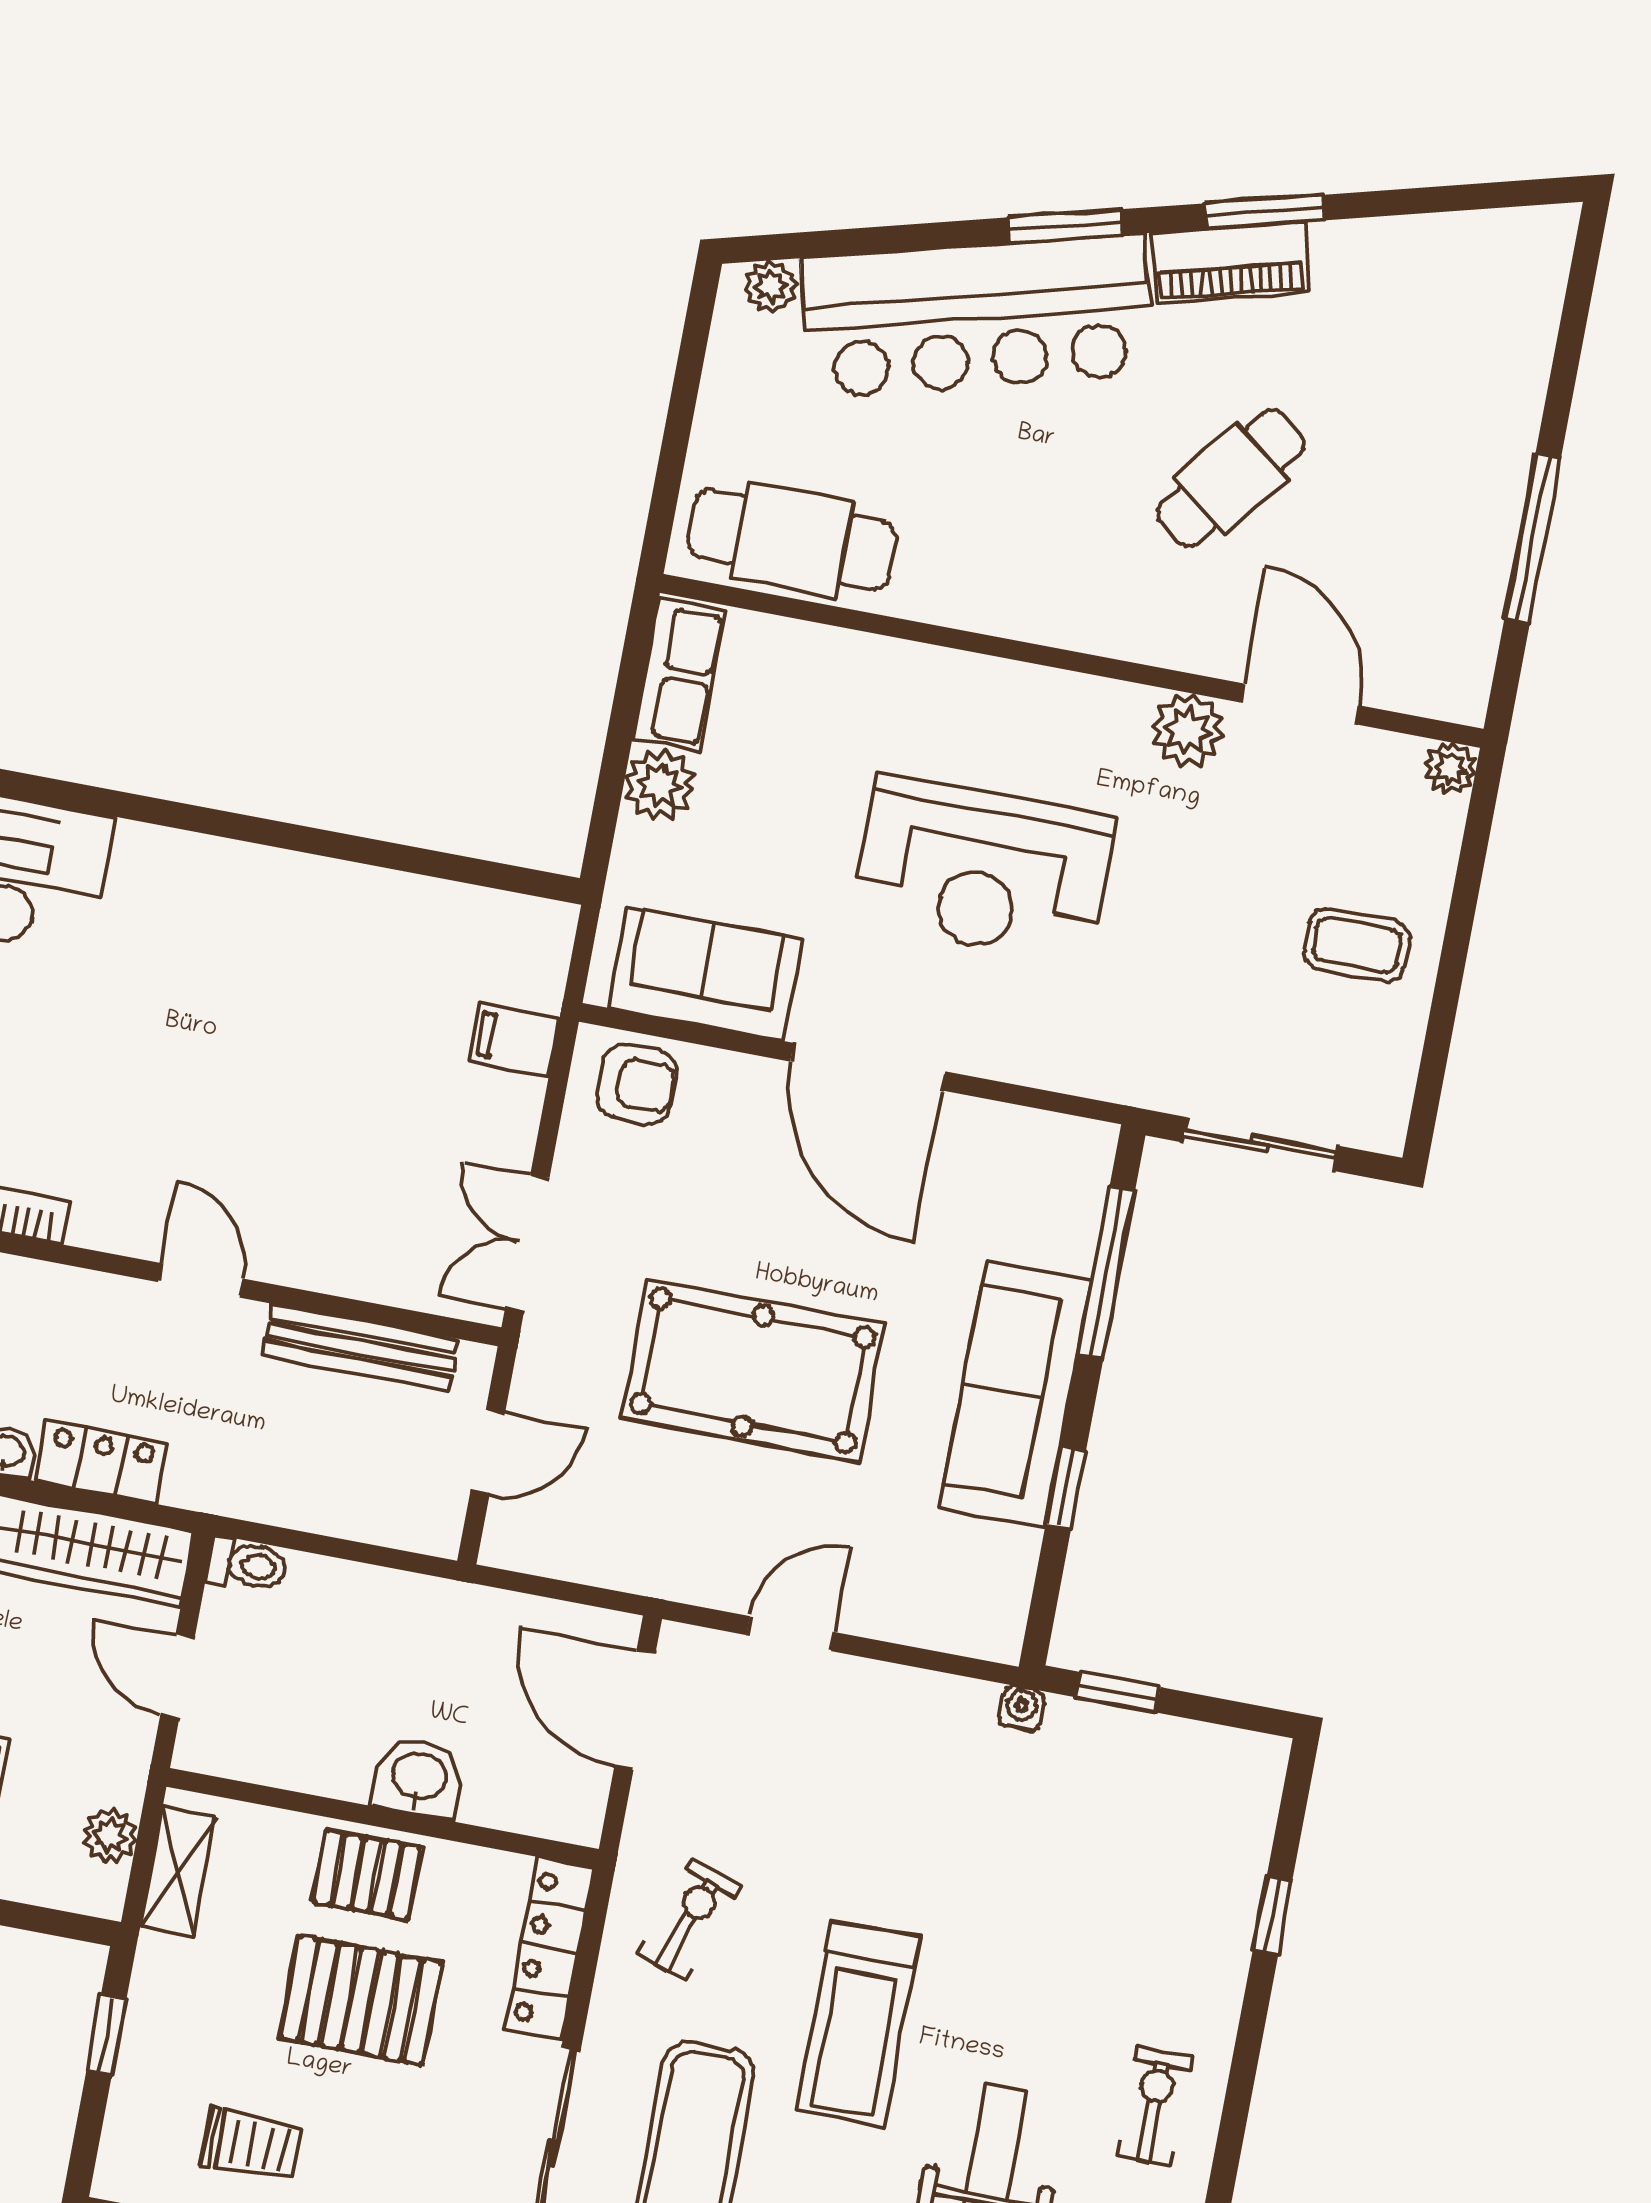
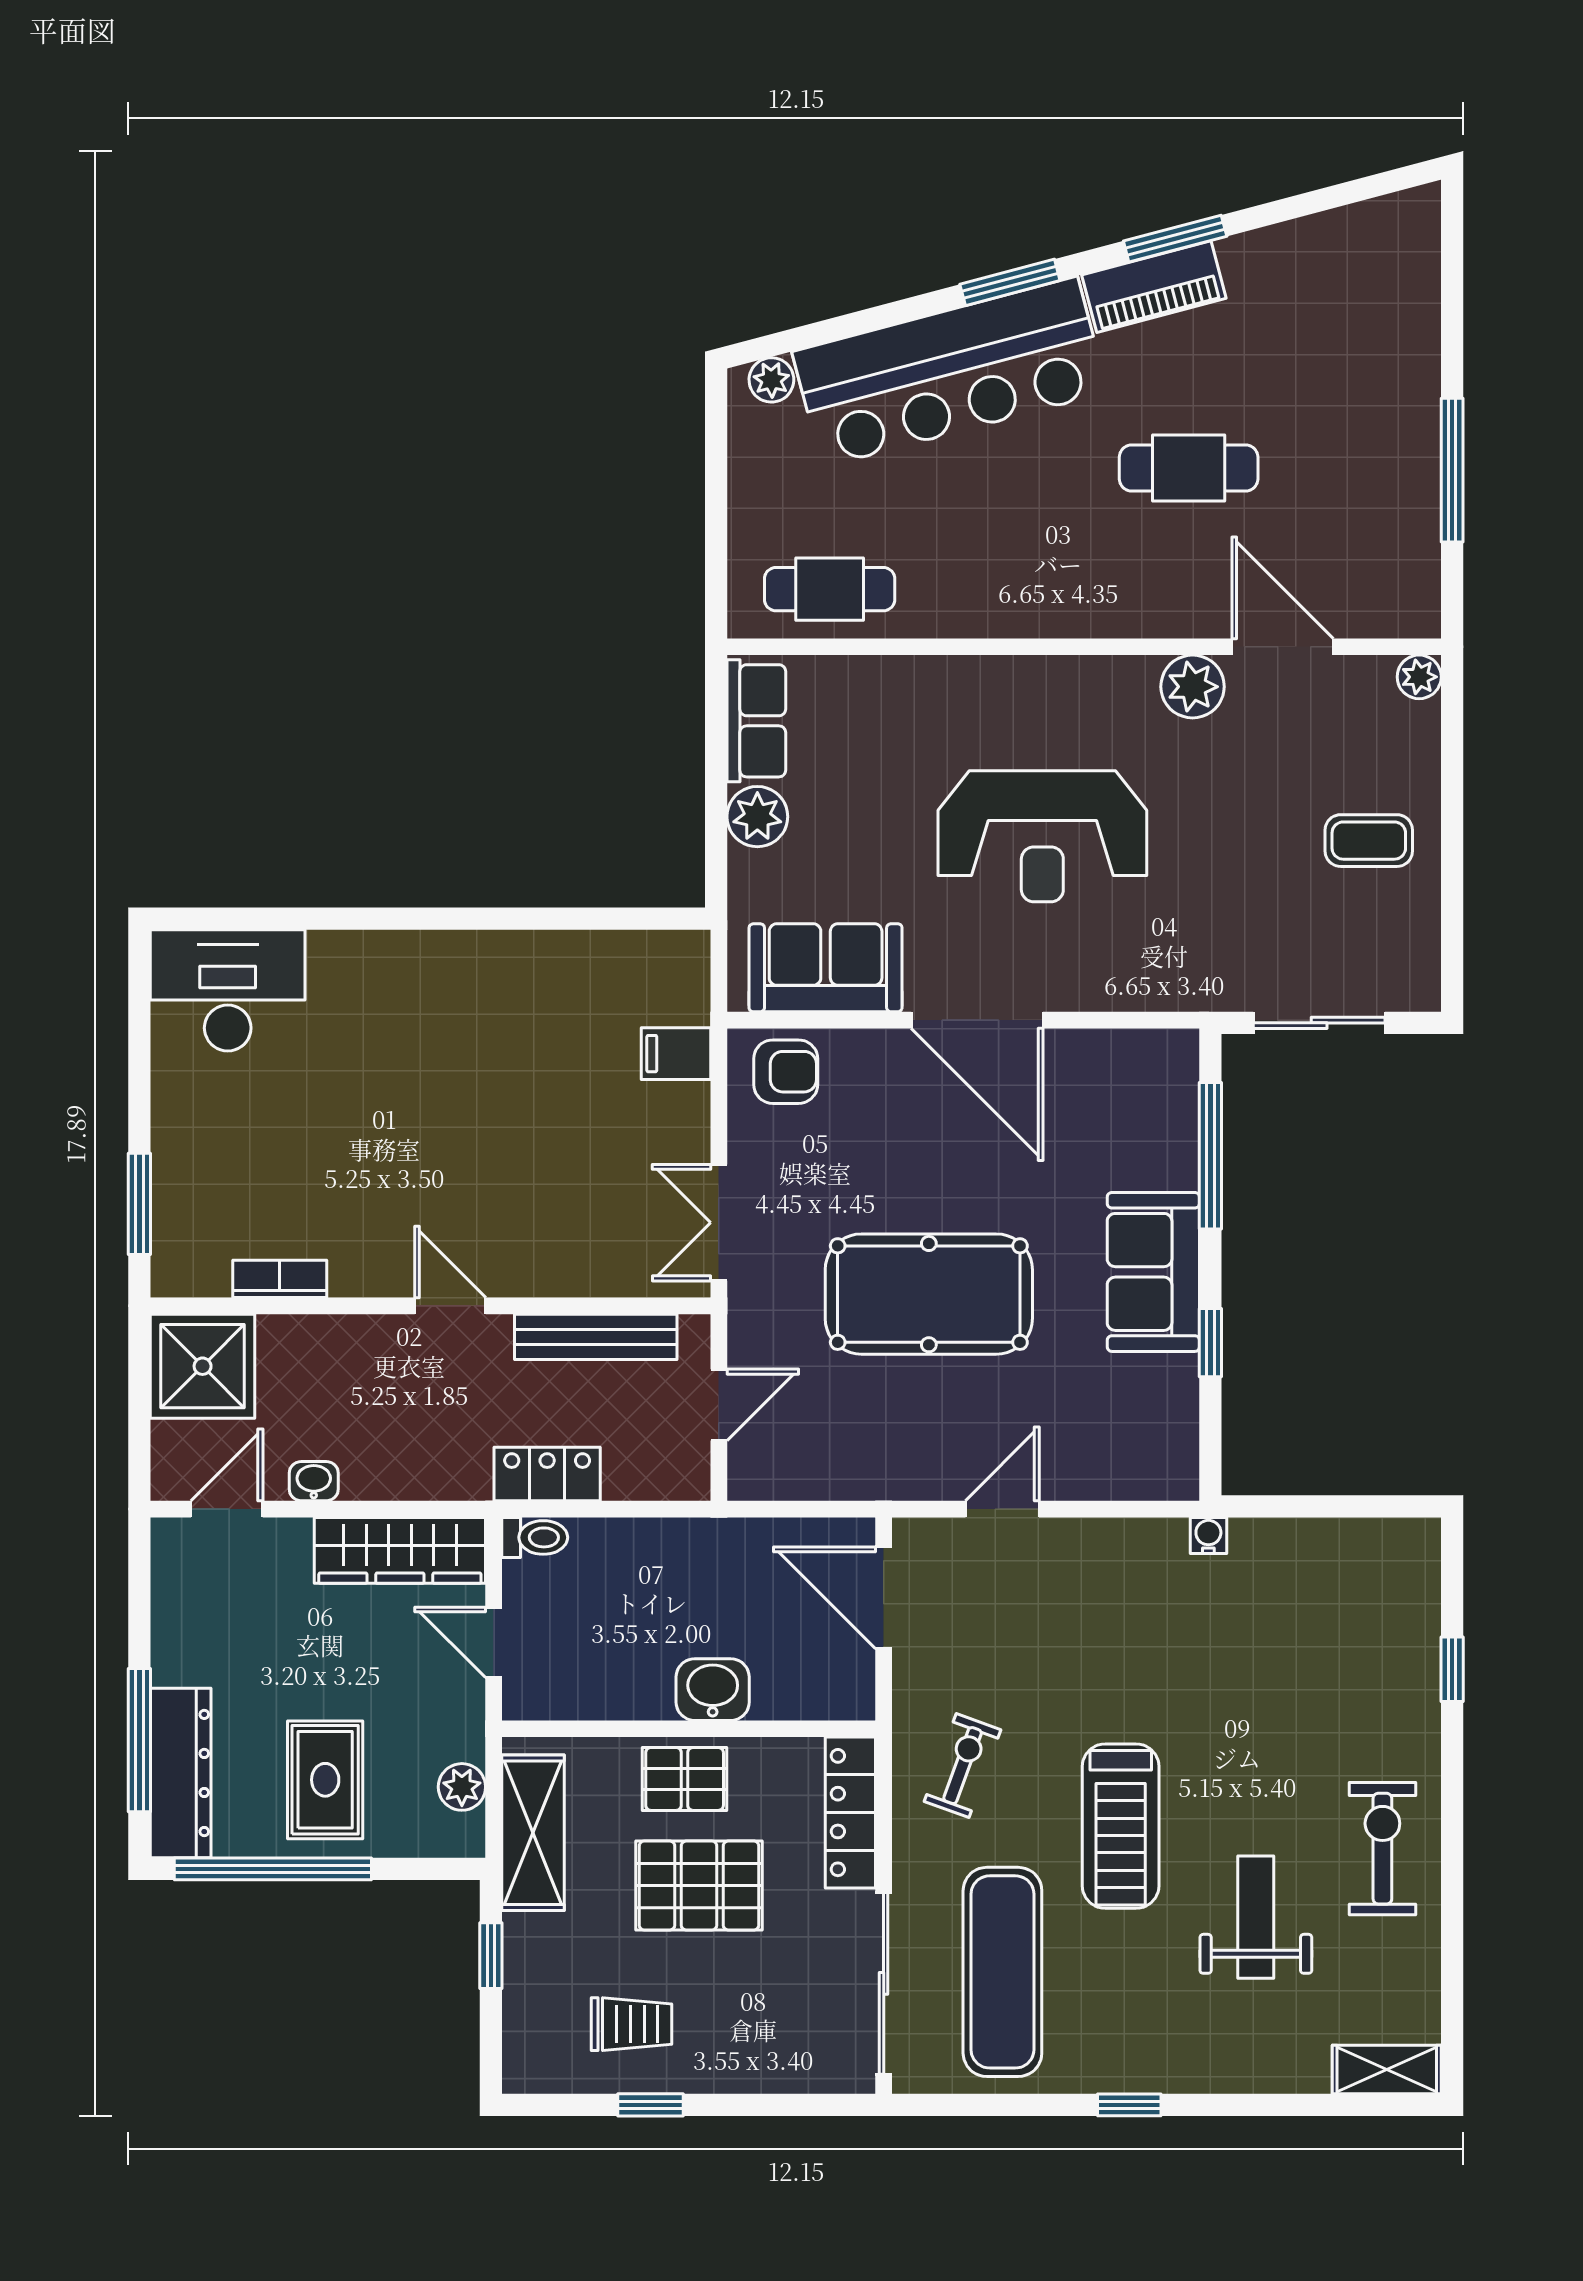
cafe table: (1231, 478) -> (1189, 468), turned 52
cafe table: (792, 539) -> (830, 589), width x0.73, depth x0.74
sofa: (1016, 1394) -> (1153, 1272), width x0.73
locker: (101, 1462) -> (547, 1474), moved
window: (1118, 1692) -> (1287, 1506), removed
shelving: (178, 1872) -> (533, 1833), width x1.50, depth x1.33
exercise bike: (1154, 2106) -> (1382, 1849), width x1.38, depth x1.39

